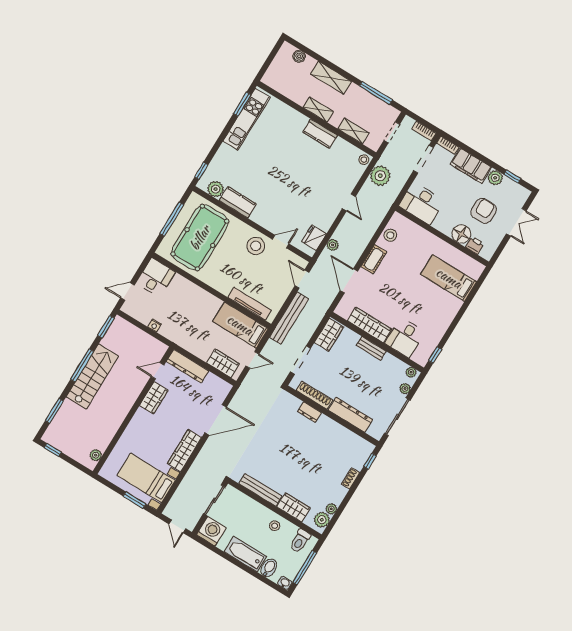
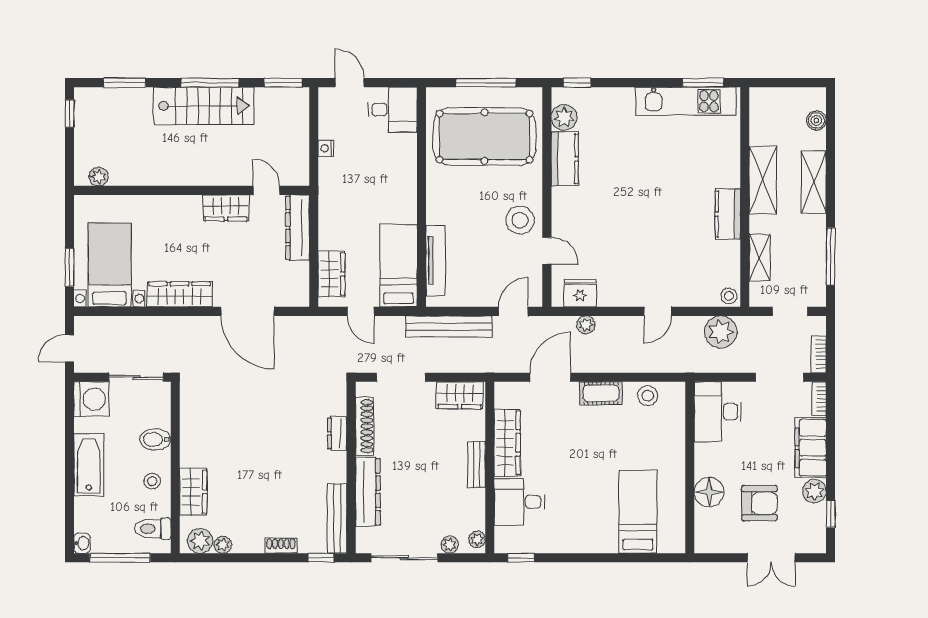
shelving: (318, 110) -> (763, 180), width x1.50, depth x1.33
printer: (475, 245) -> (705, 520), removed
bench: (260, 490) -> (337, 518), moved
bidet: (269, 568) -> (155, 439), moved, turned 180

